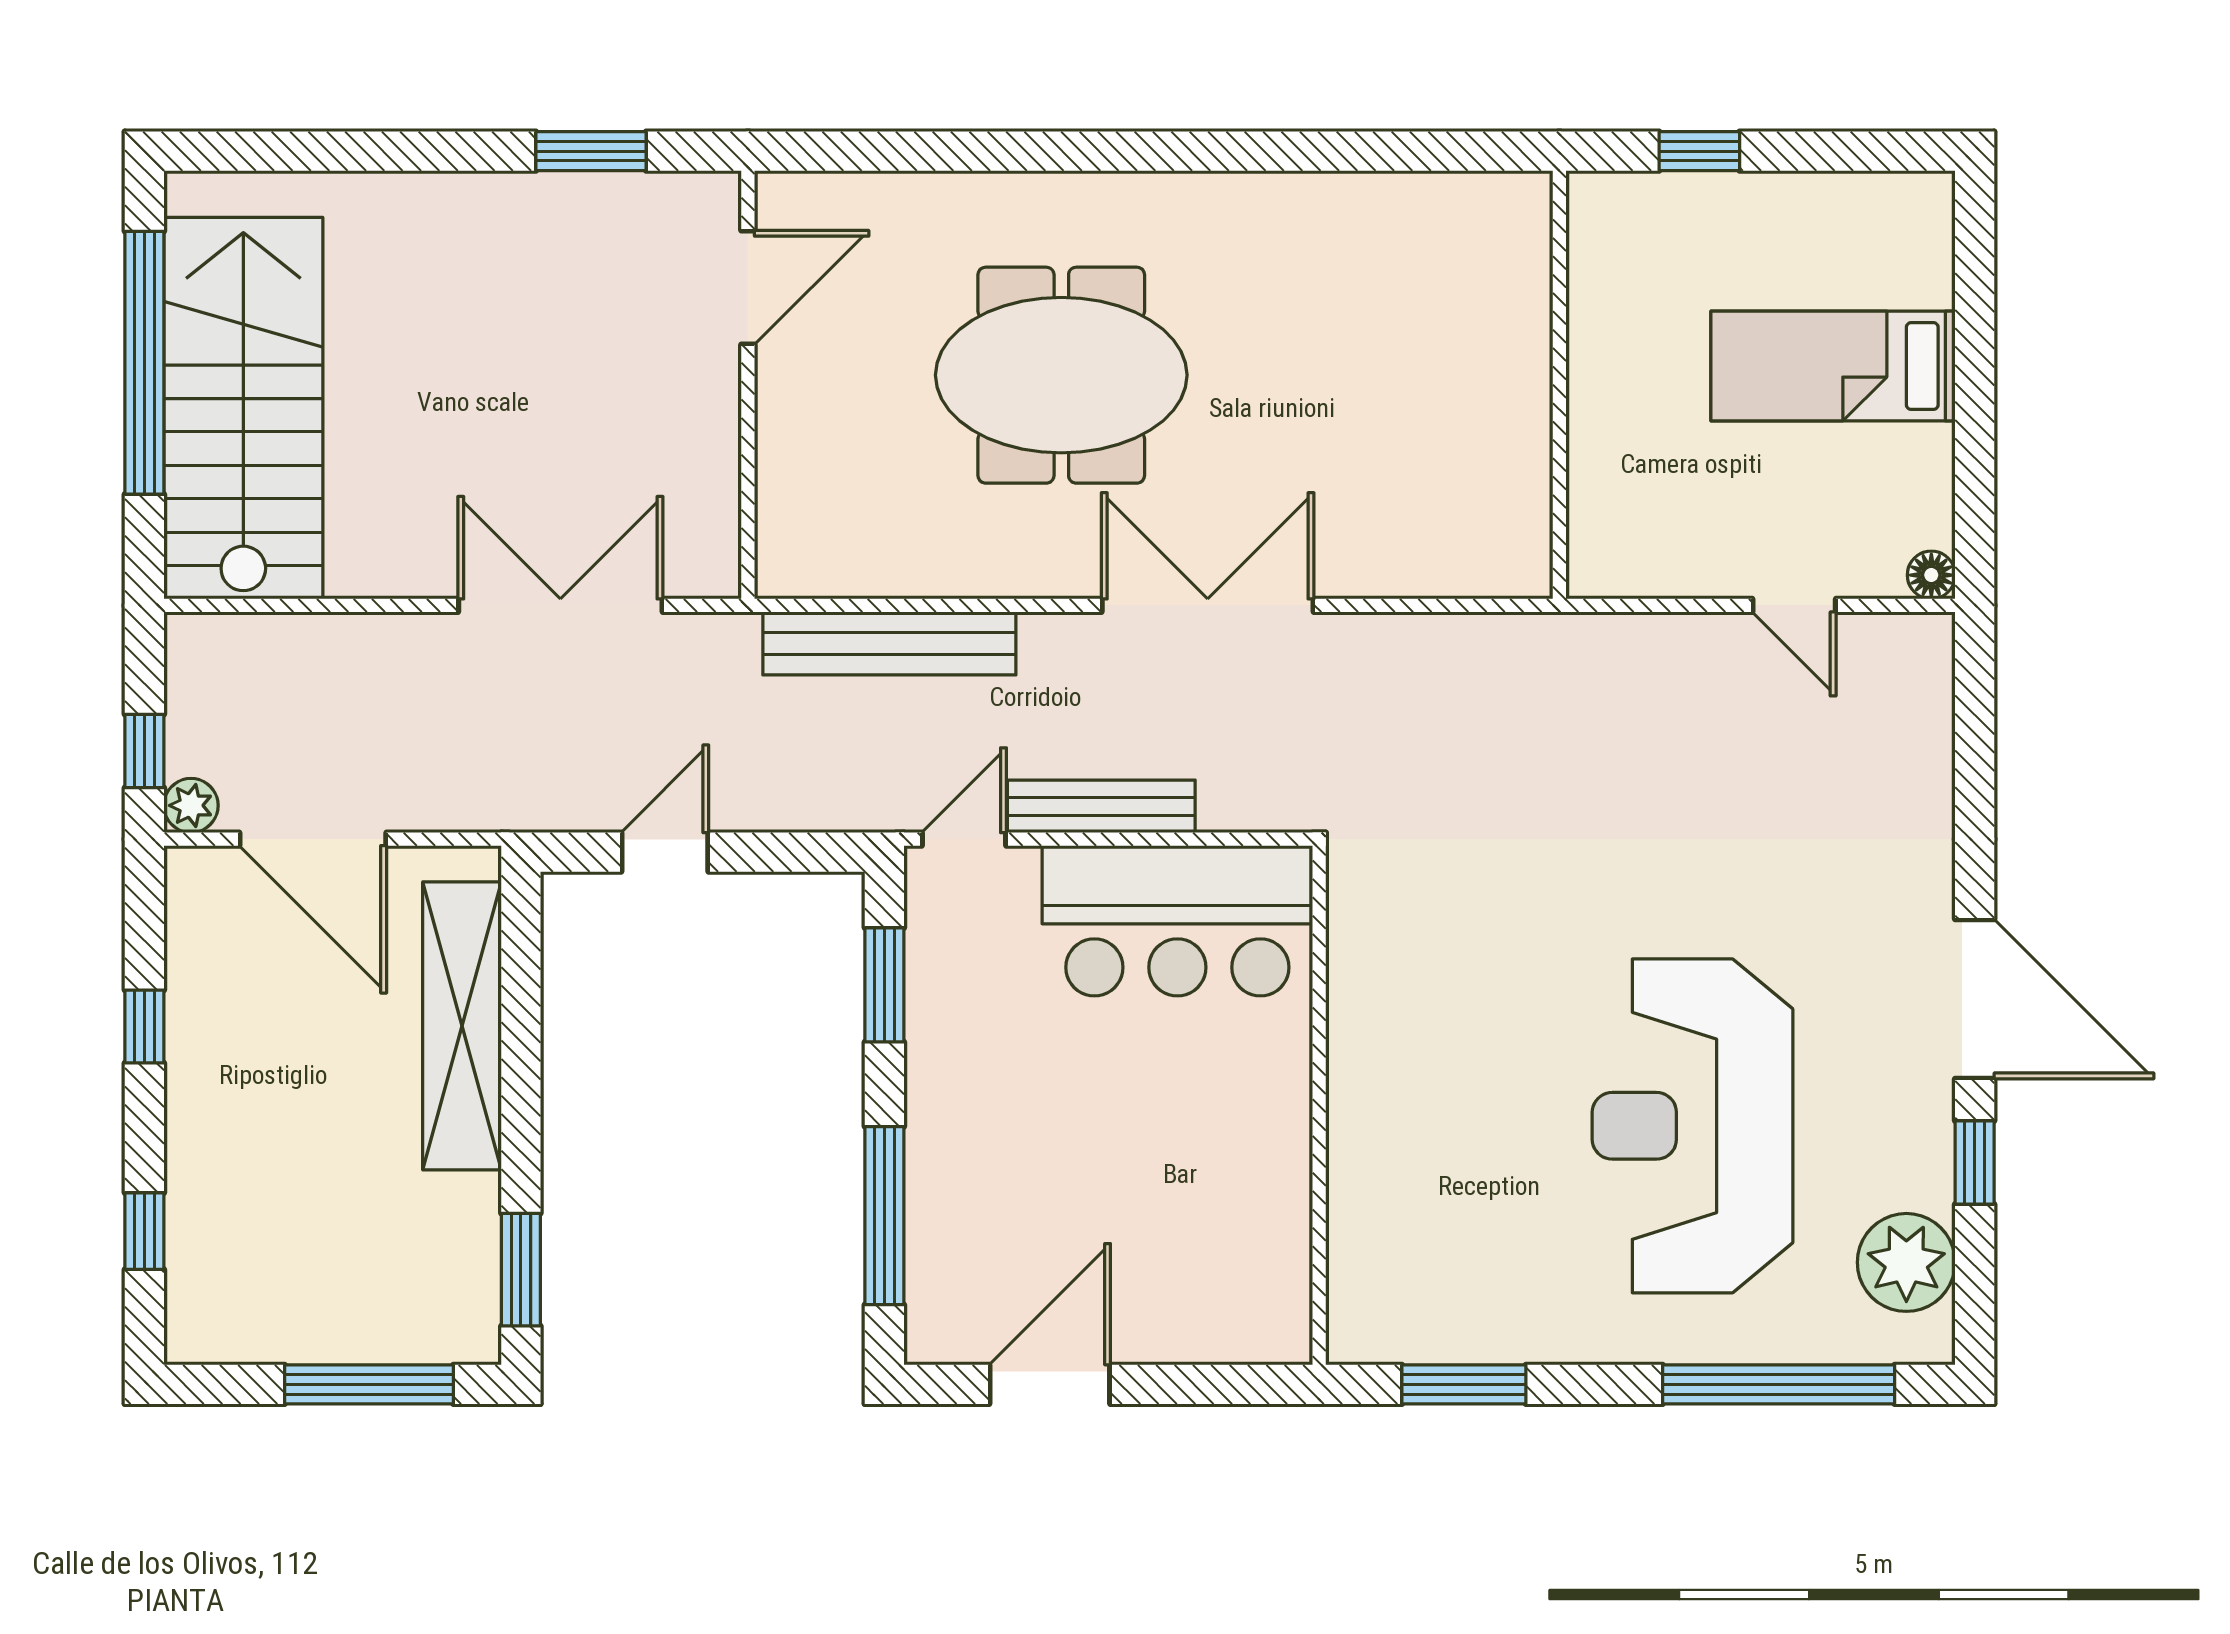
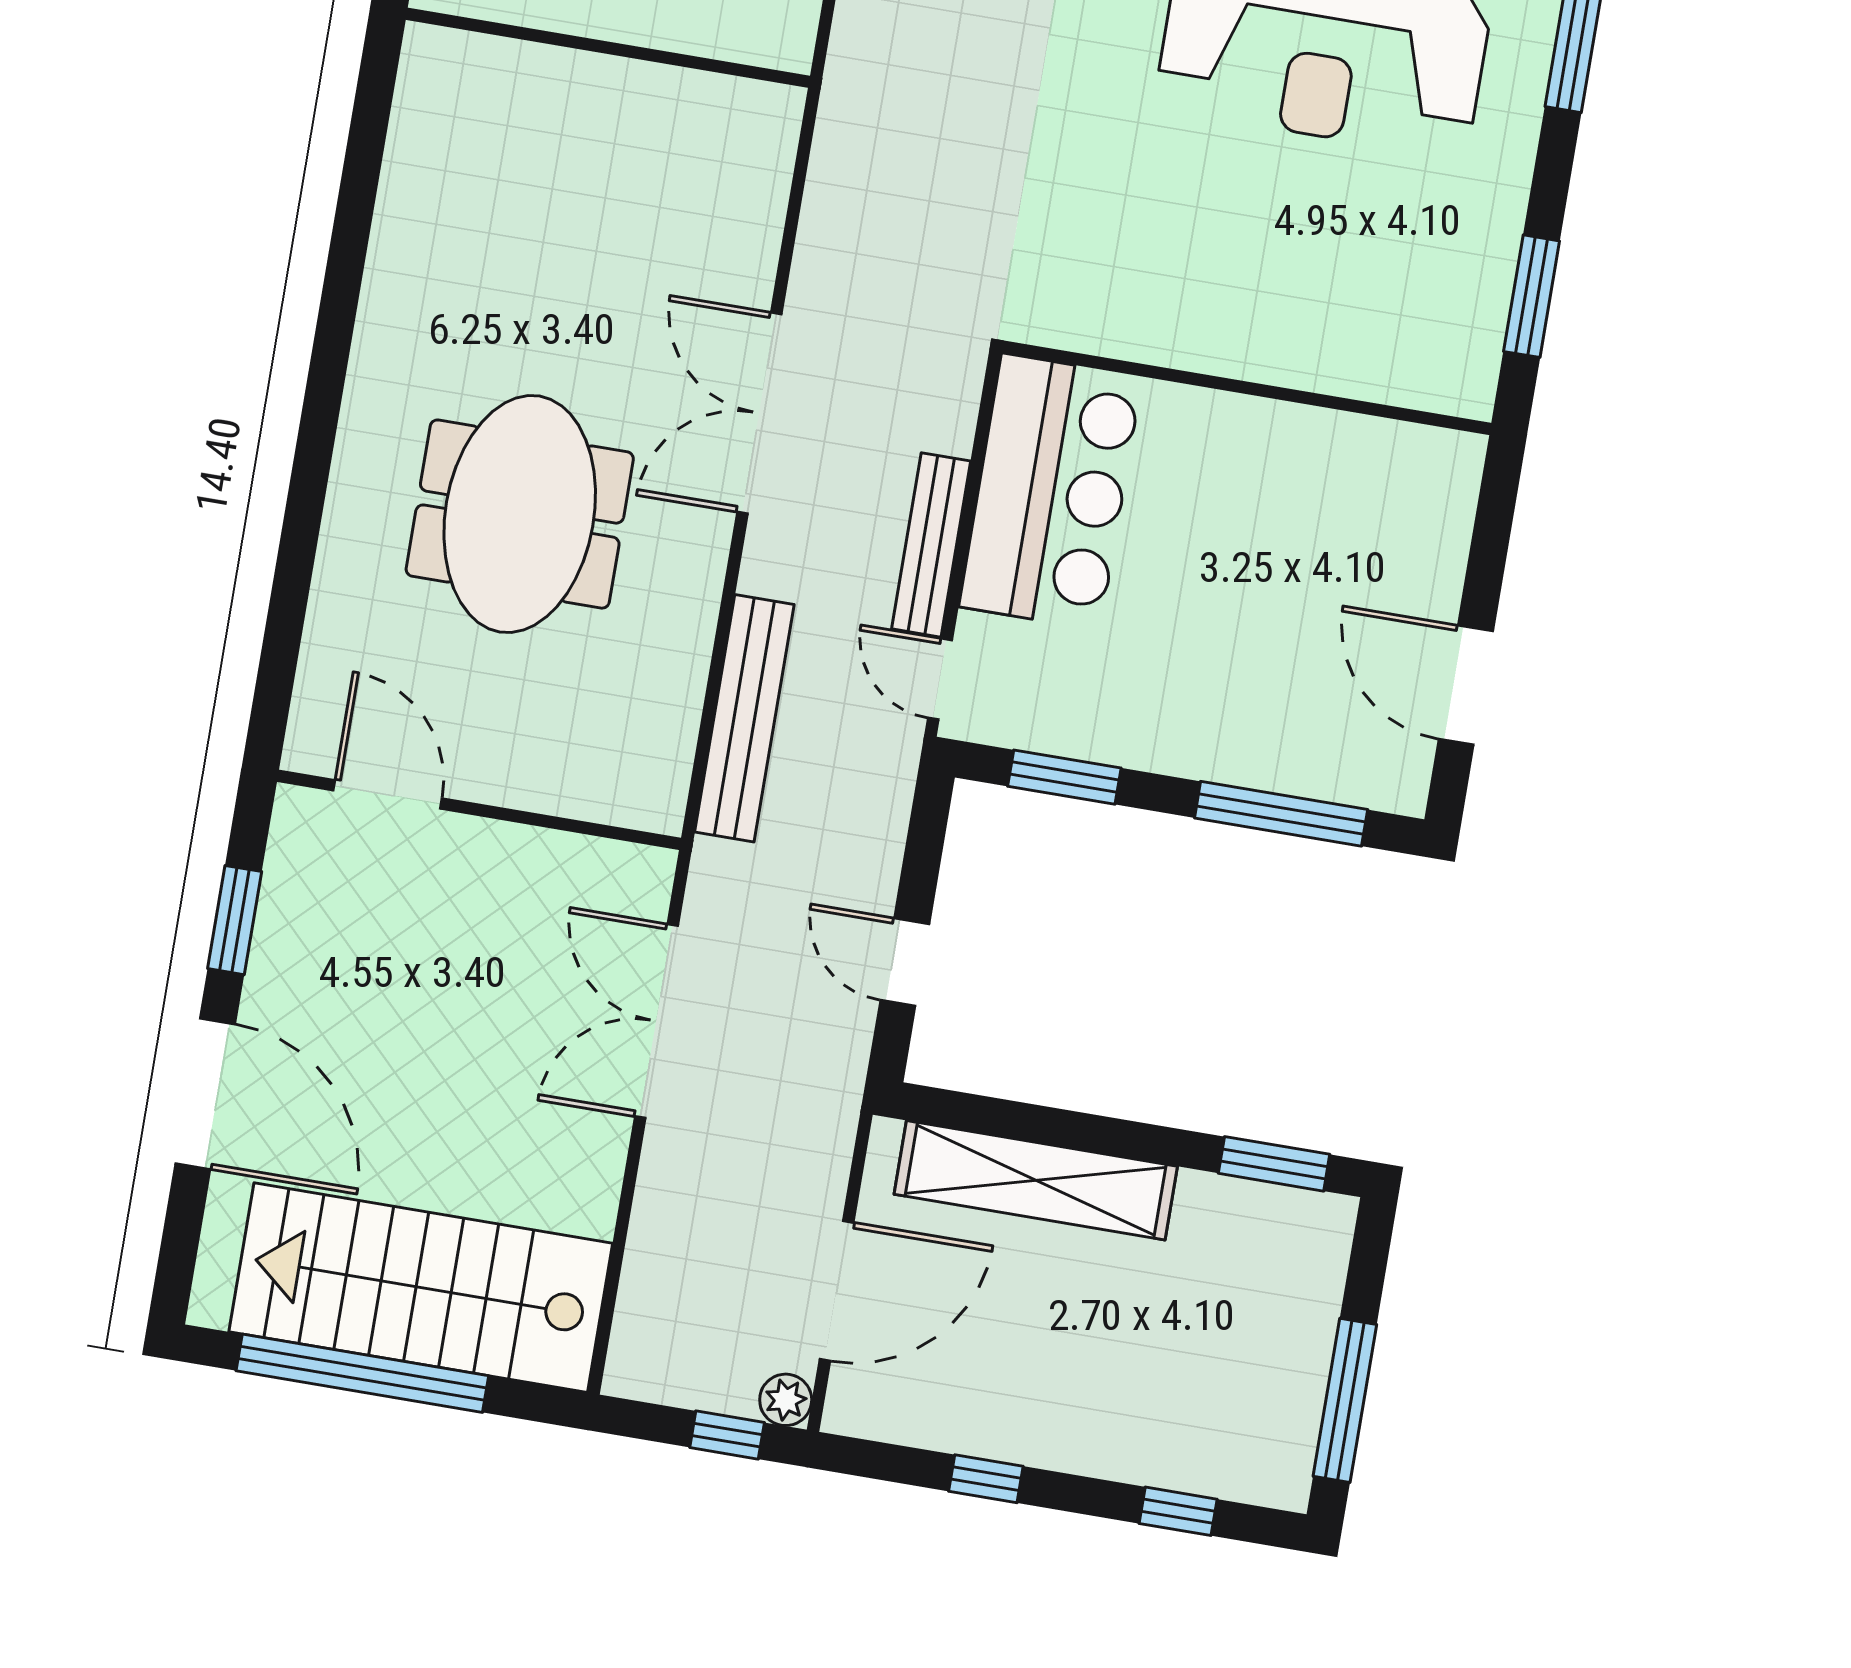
door: (406, 151) -> (205, 1094), added
window: (369, 1384) -> (1345, 1400), moved

